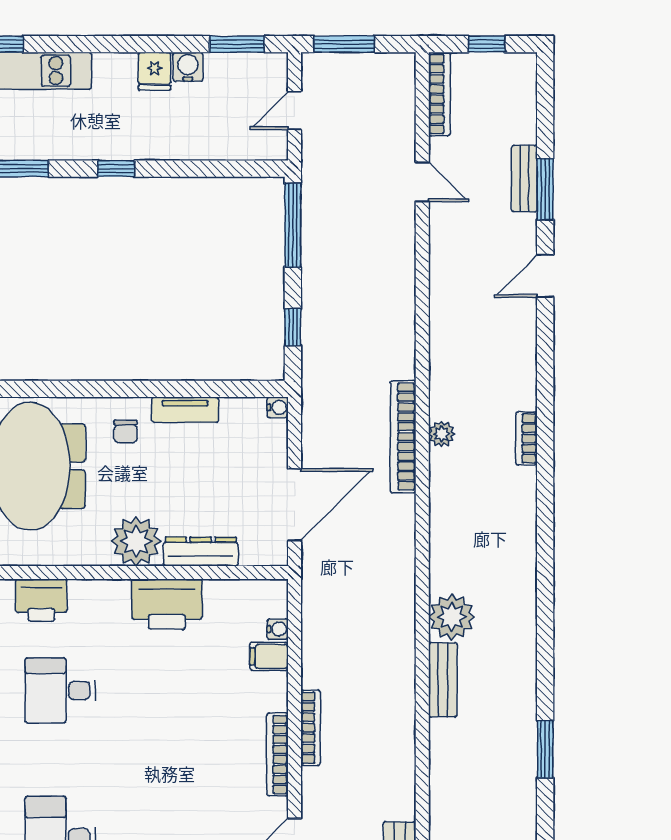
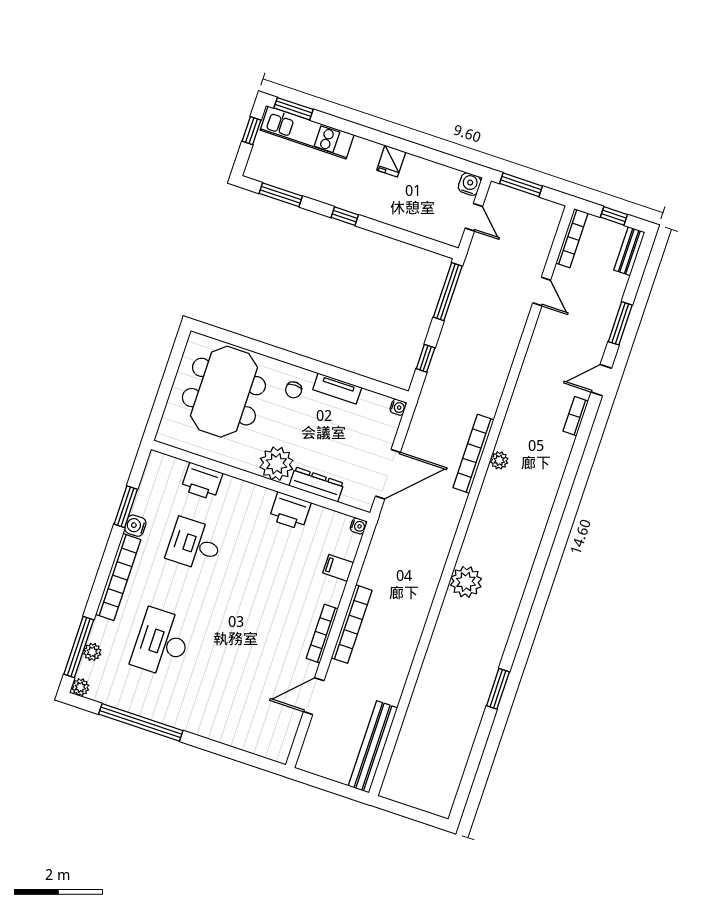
window: (237, 44) -> (451, 161), removed
water cooler: (188, 67) -> (470, 184), moved
door: (294, 111) -> (474, 217), swing flipped
bench: (524, 179) -> (629, 251), moved
bookcase: (527, 438) -> (576, 416), moved
printer: (167, 604) -> (290, 511), width x0.73, depth x0.84
water cooler: (278, 629) -> (358, 526), moved
bench: (443, 680) -> (446, 621), removed
bookcase: (311, 728) -> (352, 624), width x1.48, depth x1.31

